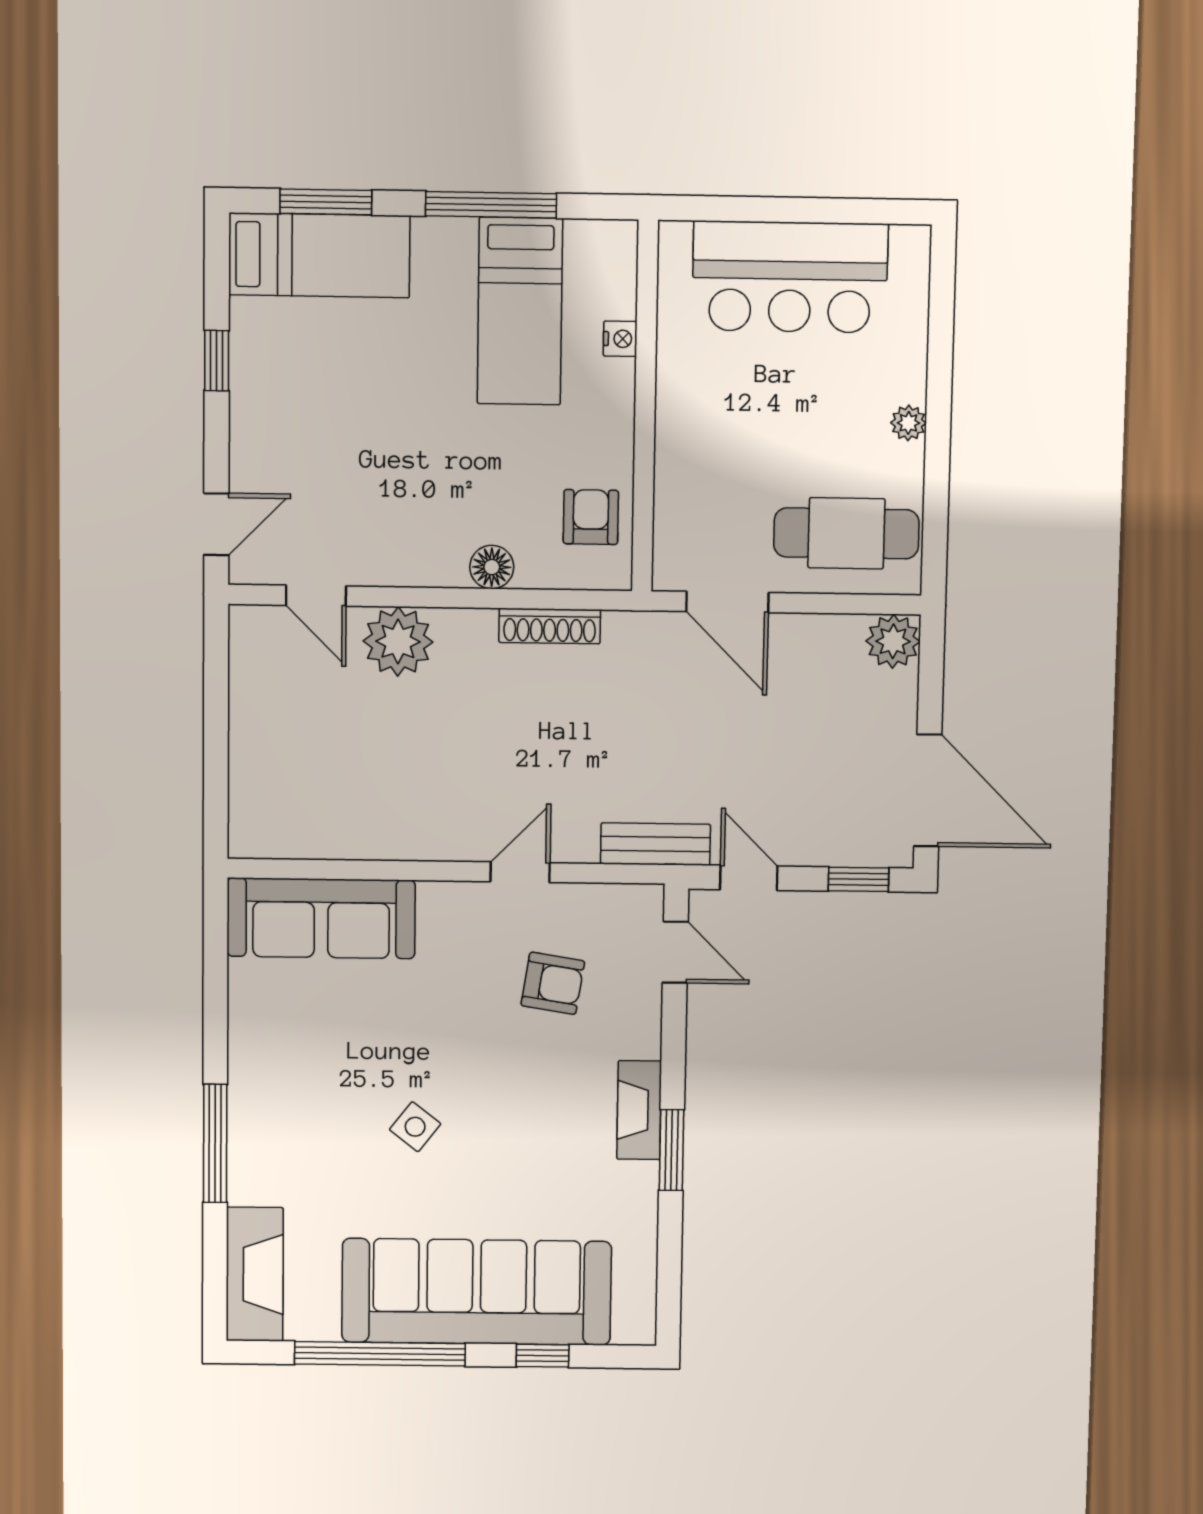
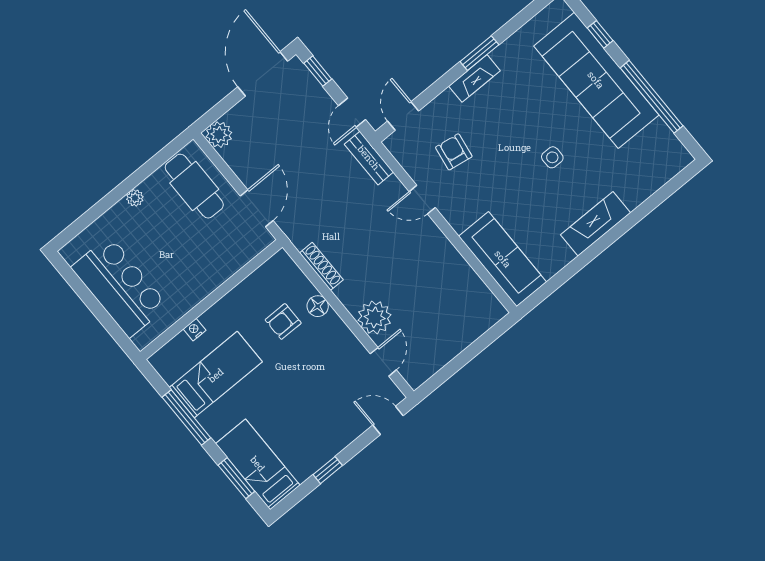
armchair: (591, 517) -> (283, 321), moved
side table: (415, 1127) -> (552, 157), turned -38
window: (215, 1143) -> (622, 227), removed
fireplace: (255, 1274) -> (596, 224), moved

